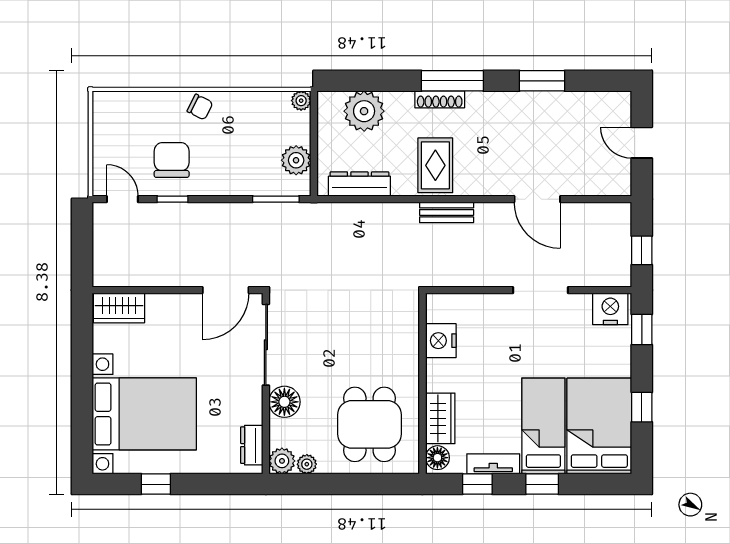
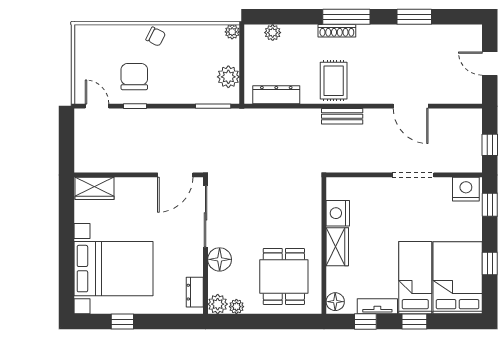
plant: (364, 111) -> (273, 33), width x0.53, depth x0.53
wardrobe: (440, 418) -> (337, 247), moved

